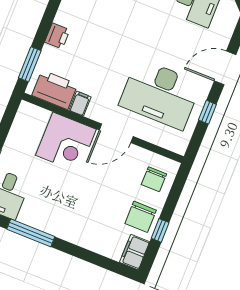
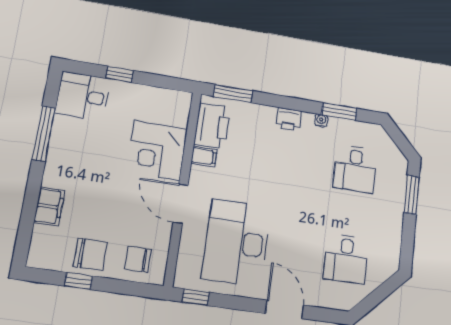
printer: (57, 36) -> (289, 119), moved
window: (207, 112) -> (196, 297), moved
chair: (141, 217) -> (90, 254), turned 180
filing cabinet: (135, 252) -> (49, 206), moved, turned 90

